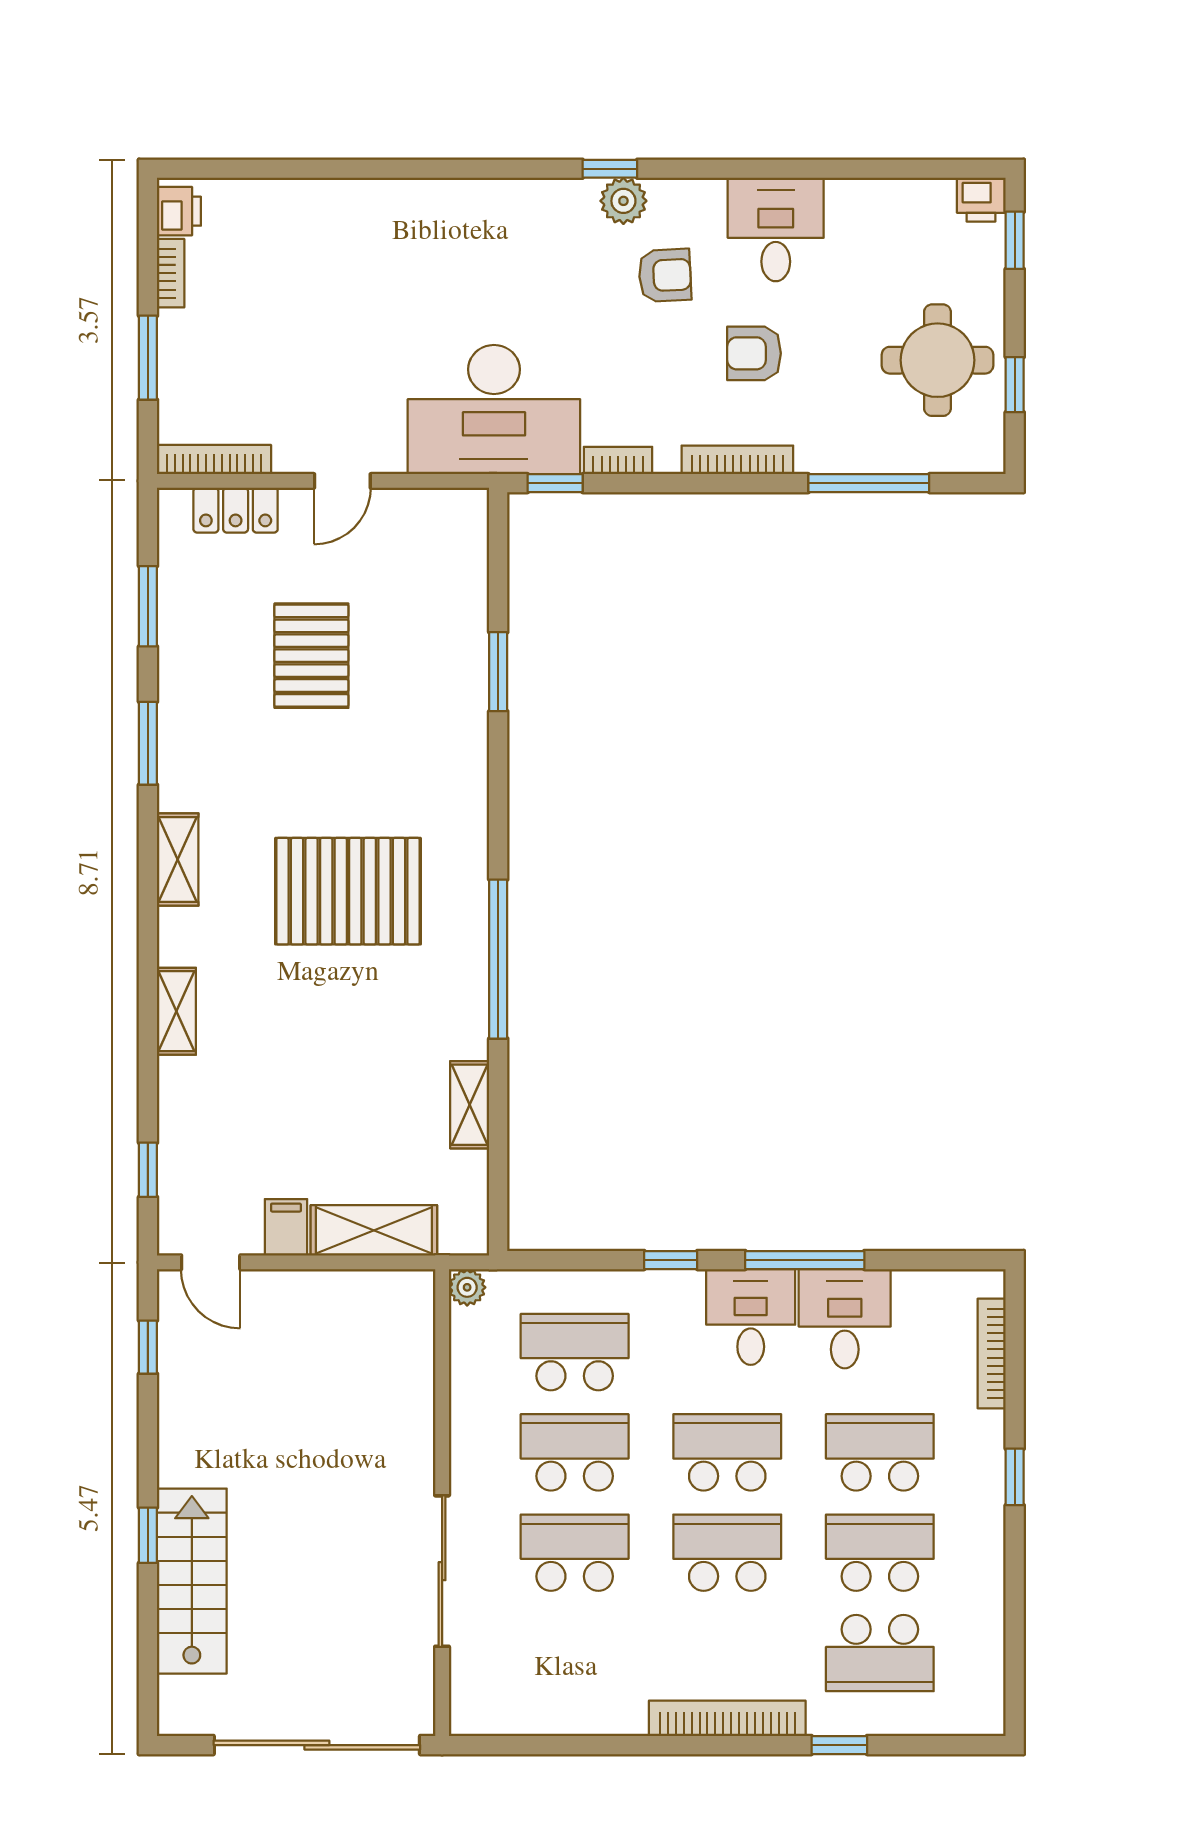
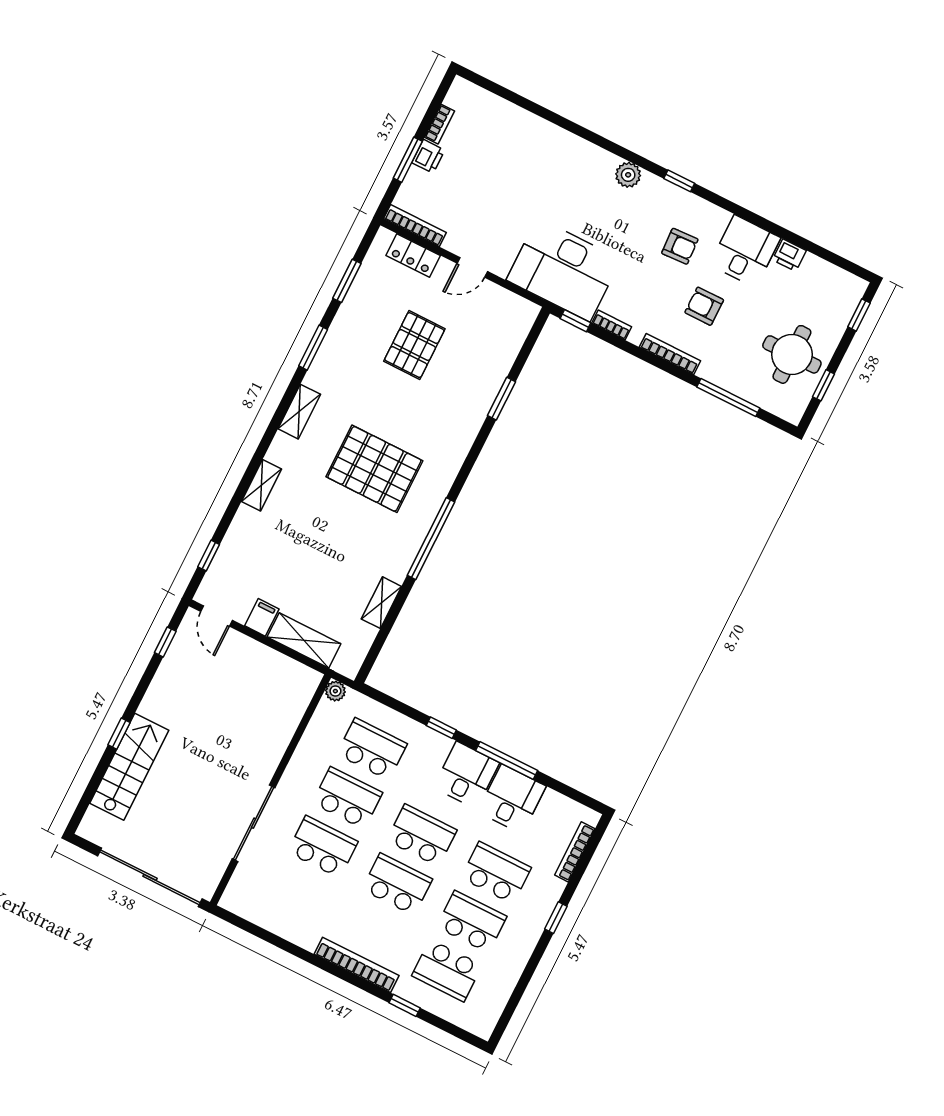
printer: (981, 200) -> (789, 255), moved
plant: (623, 201) -> (628, 175), moved
printer: (179, 211) -> (428, 156), moved

